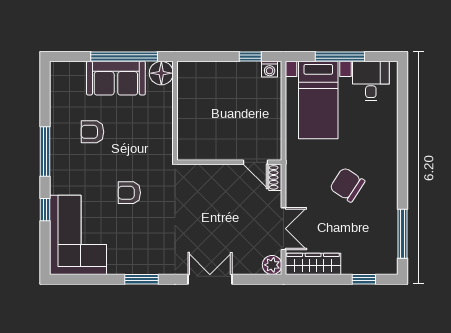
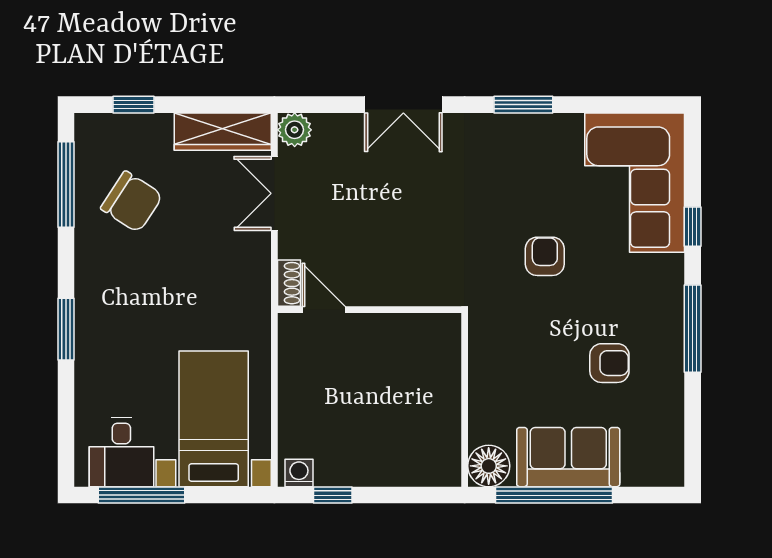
window: (340, 57) -> (142, 495), moved
window: (402, 151) -> (66, 329), added
chair: (347, 185) -> (132, 202), moved
armchair: (129, 193) -> (545, 256), turned -90

